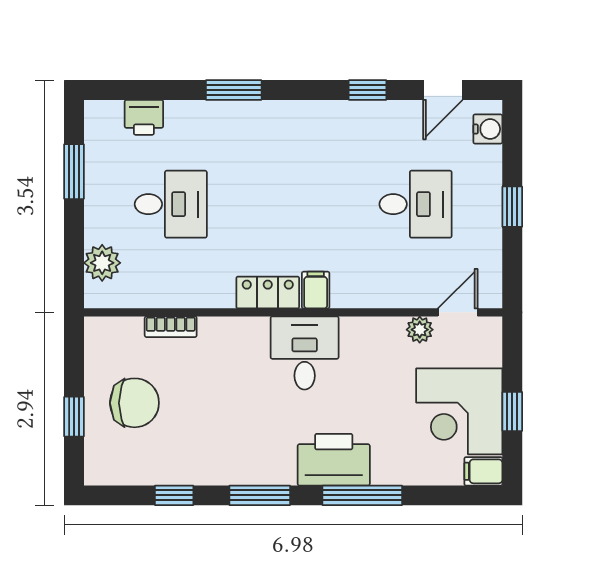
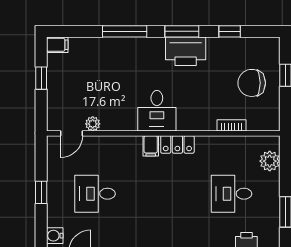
corner desk: (459, 411) -> (71, 78), removed
printer: (334, 460) -> (186, 51), moved

